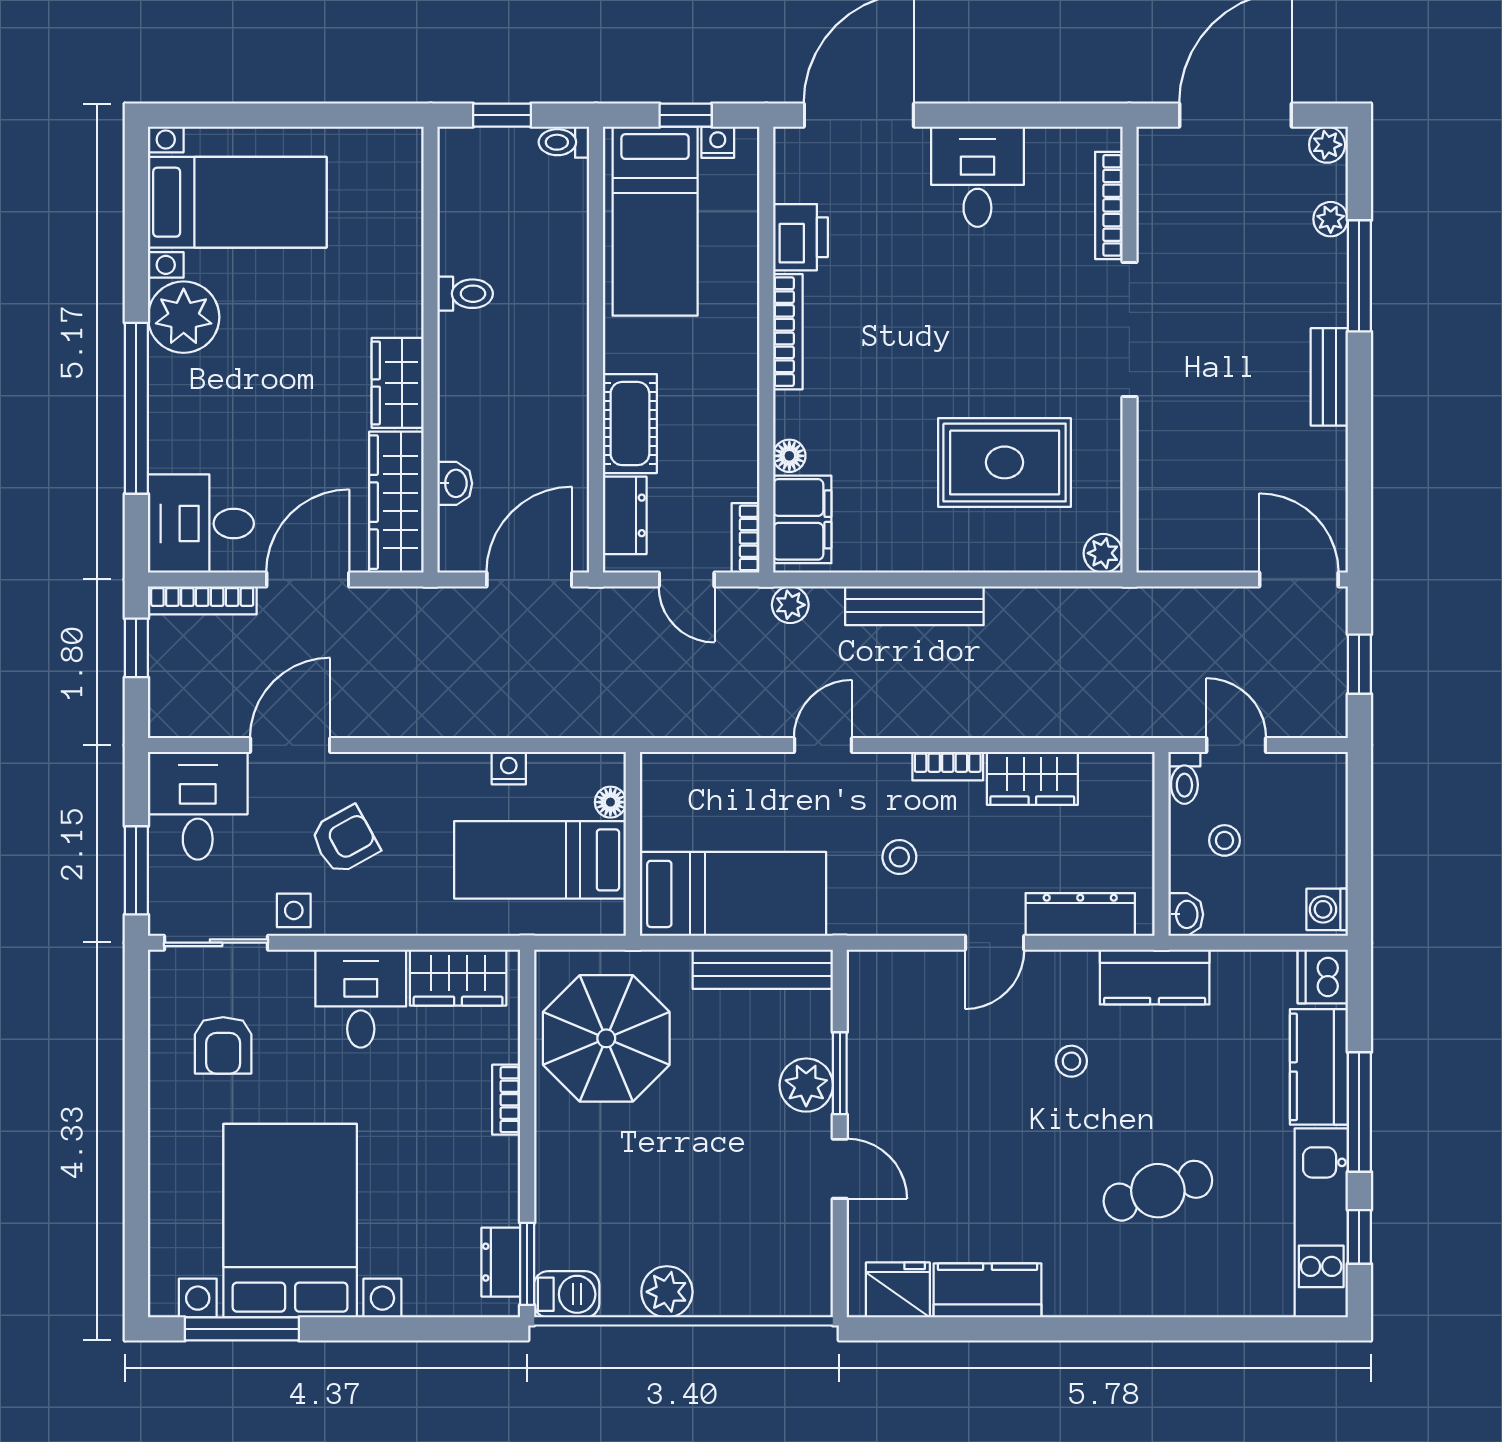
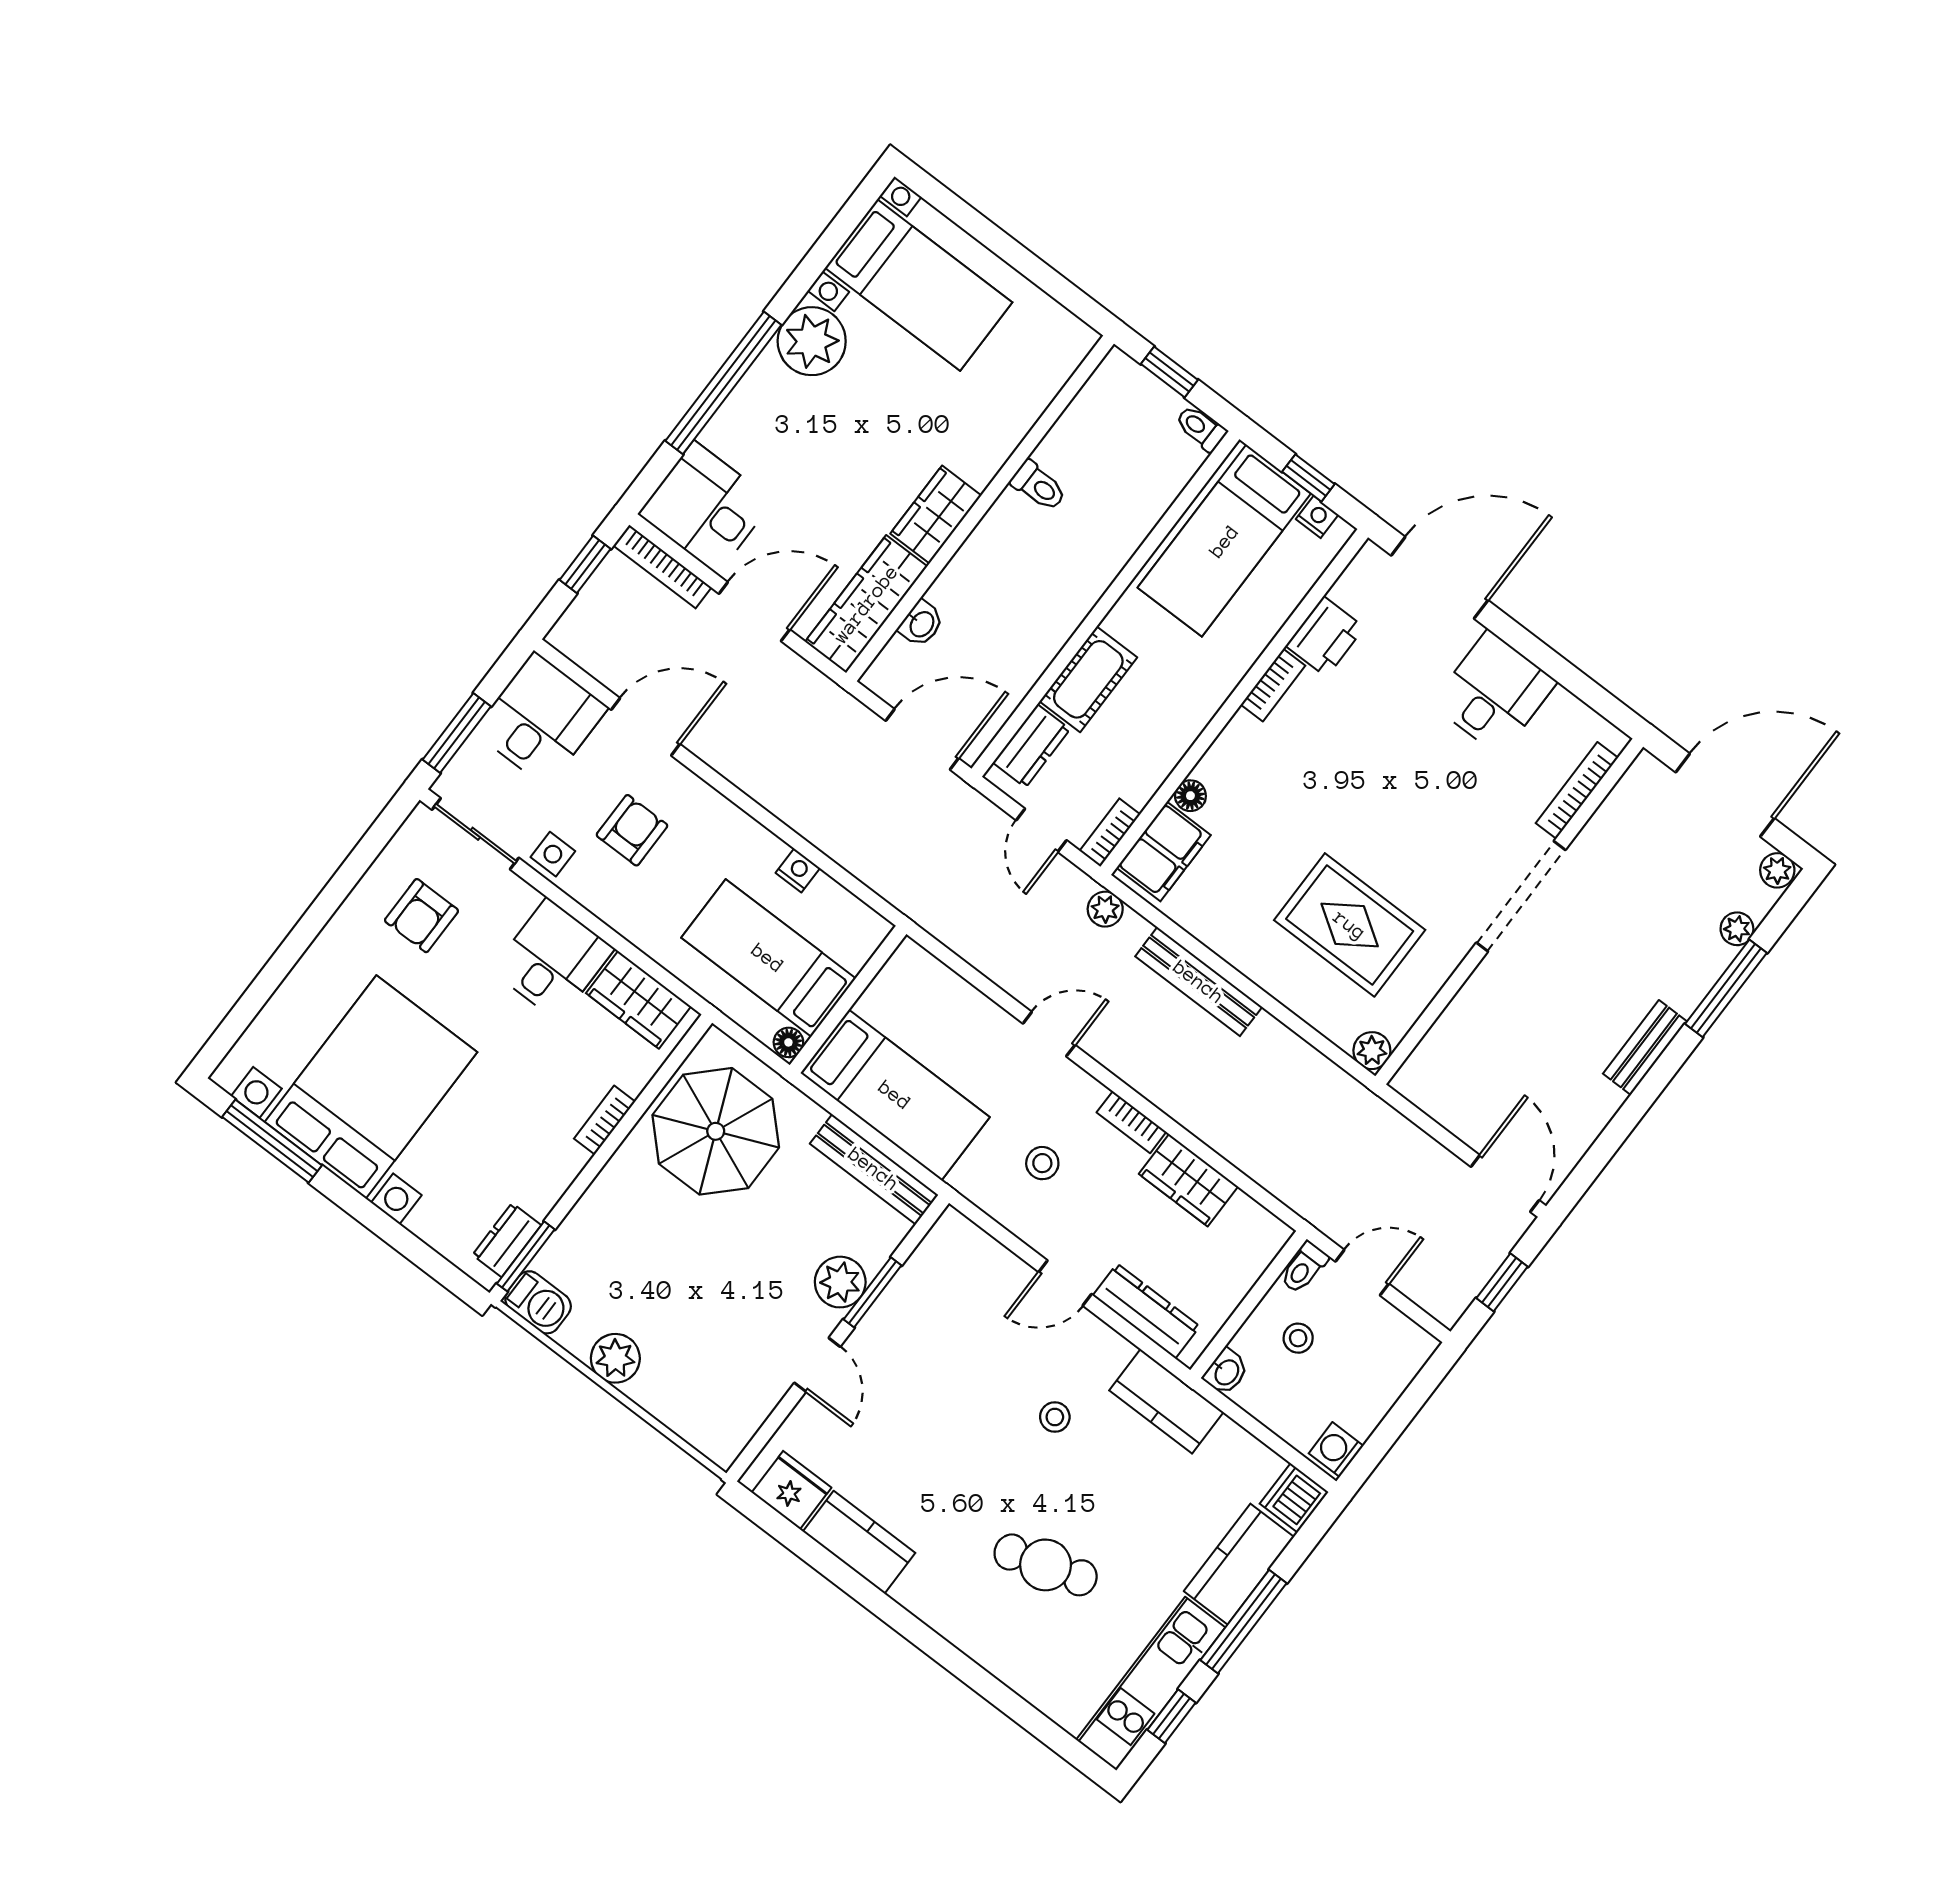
bookcase: (788, 332) -> (1273, 685), width x0.64
door: (1236, 745) -> (1362, 1273), hinge flipped
floor lamp: (610, 802) -> (788, 1042), moved
armchair: (345, 840) -> (632, 830), turned -61

